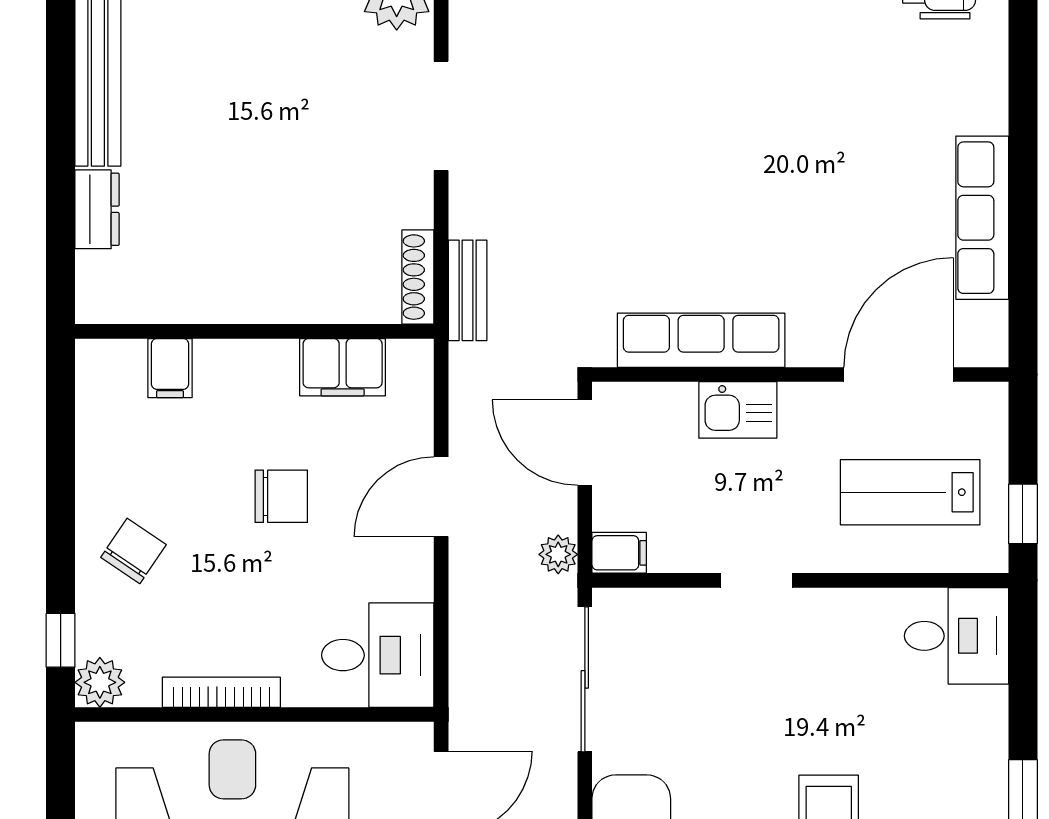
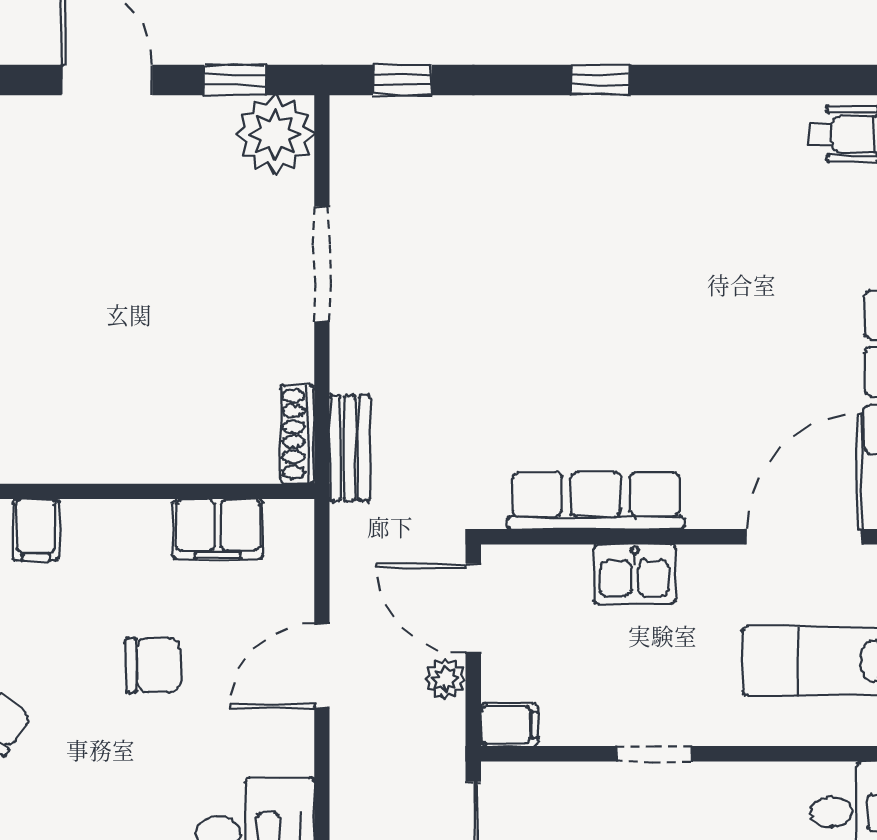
plant: (558, 554) -> (445, 679), moved

